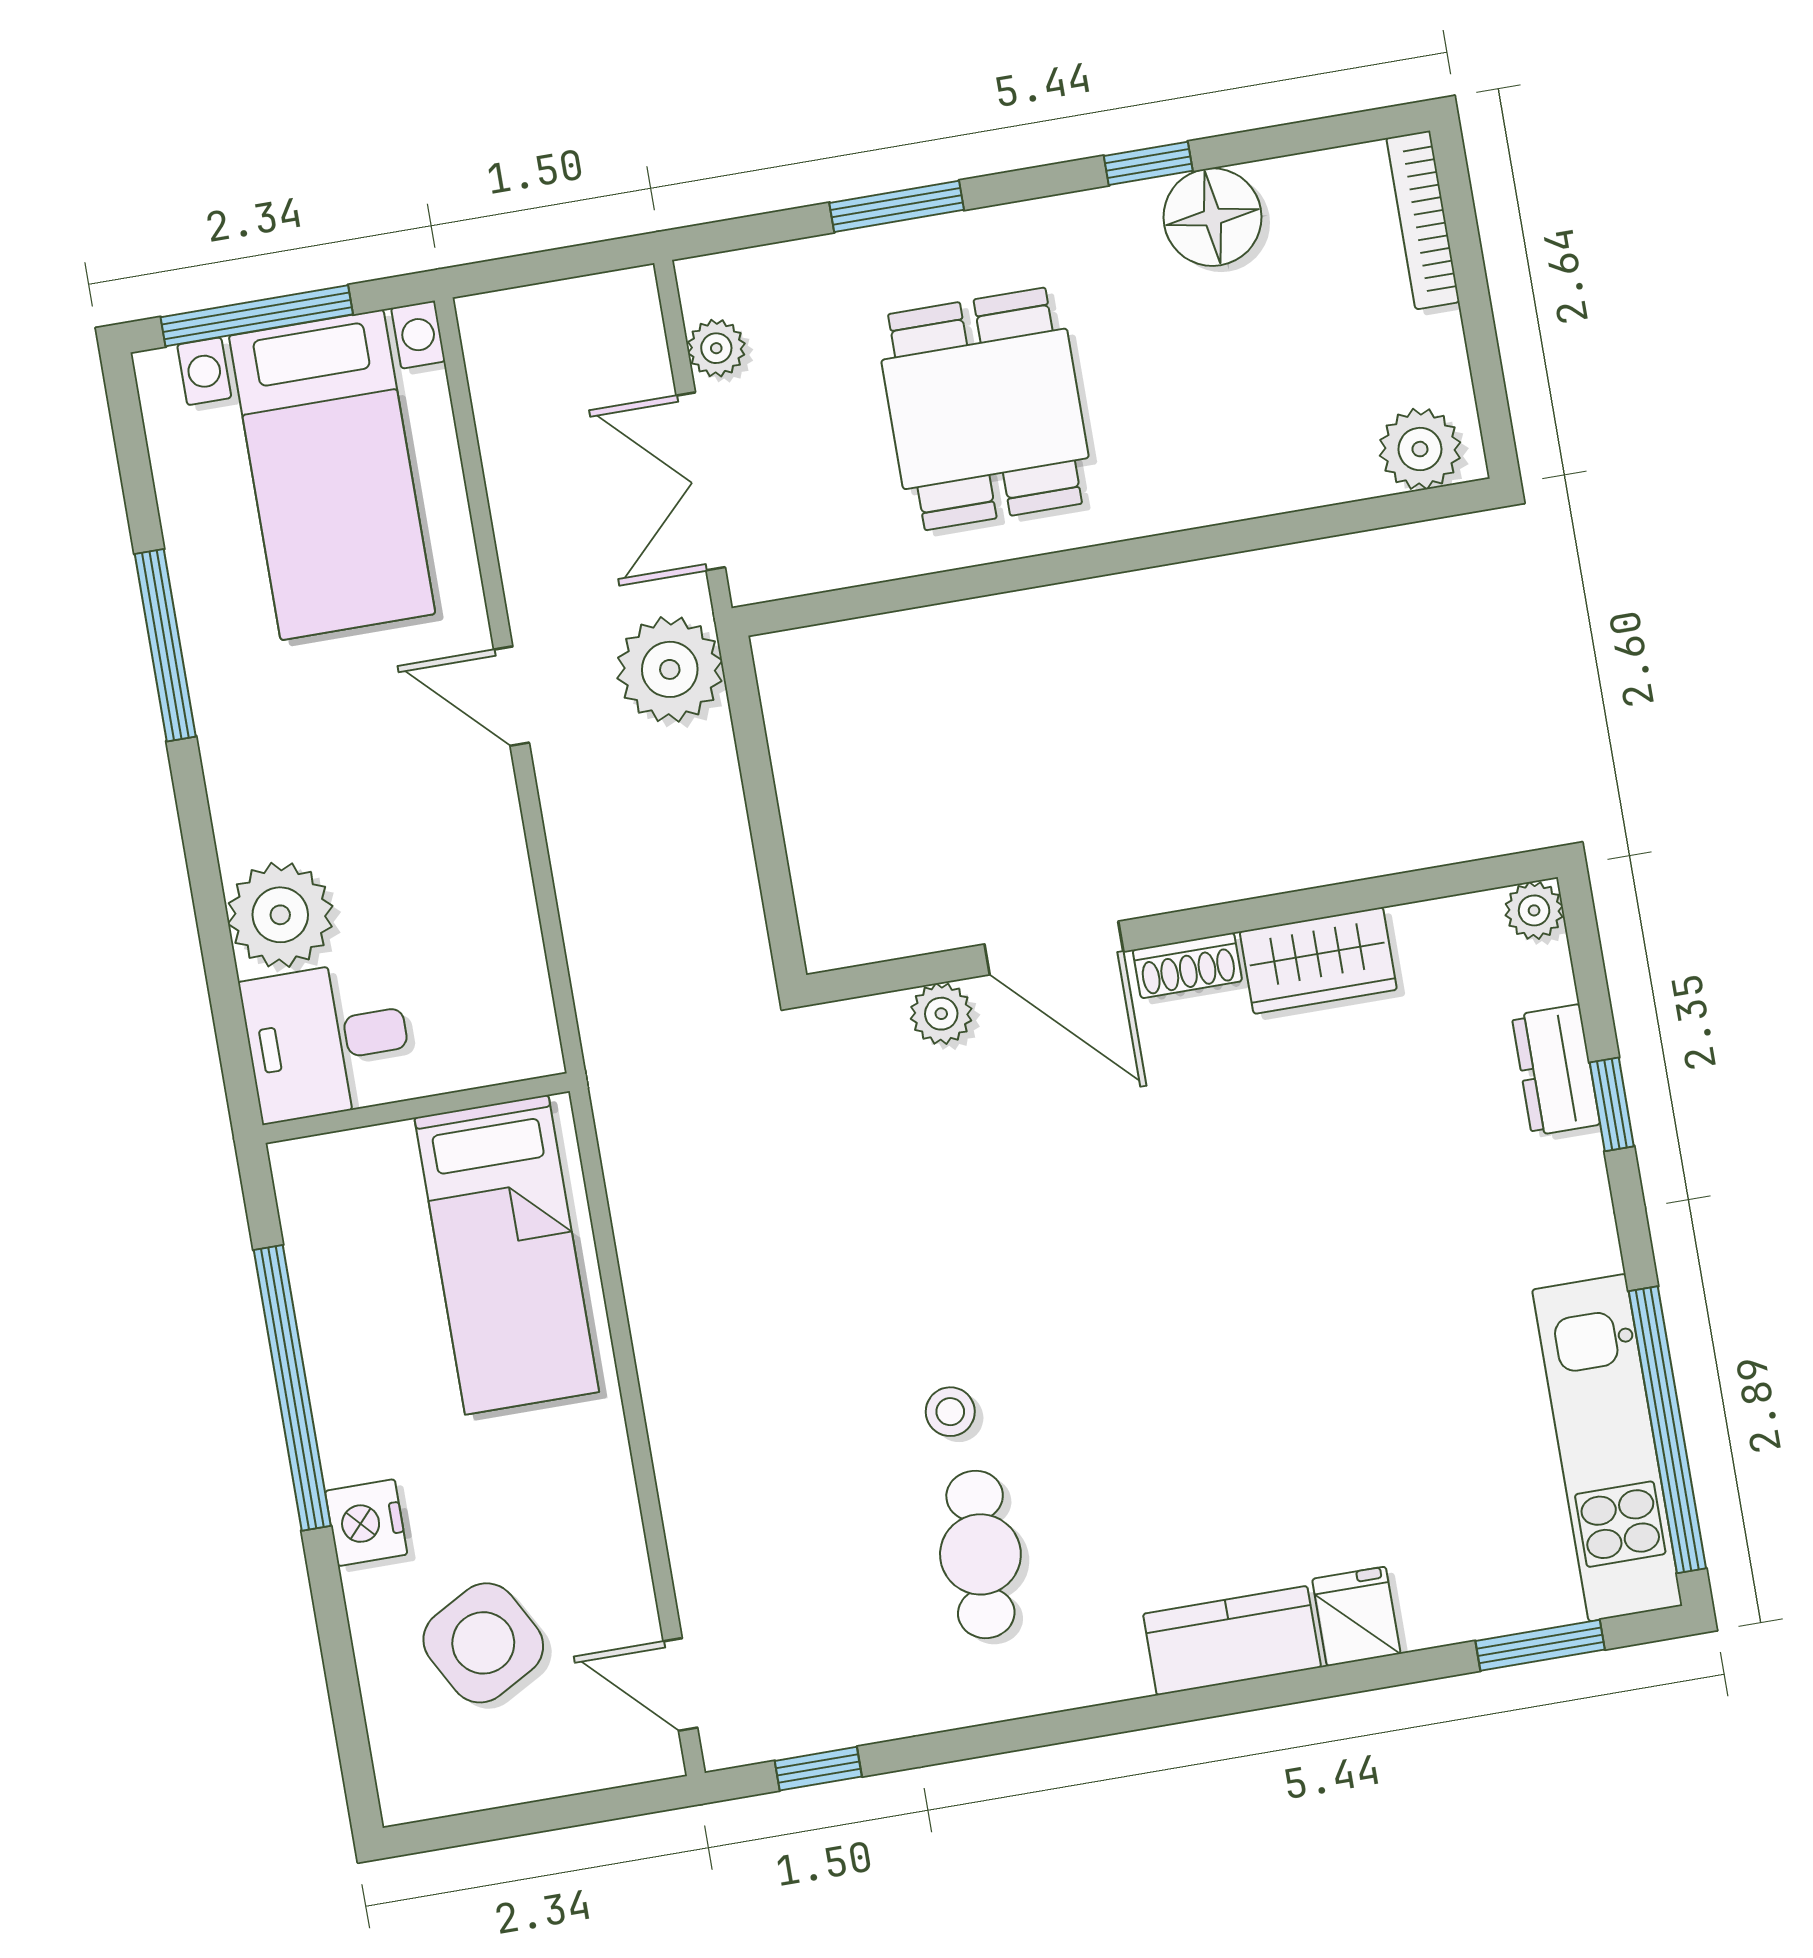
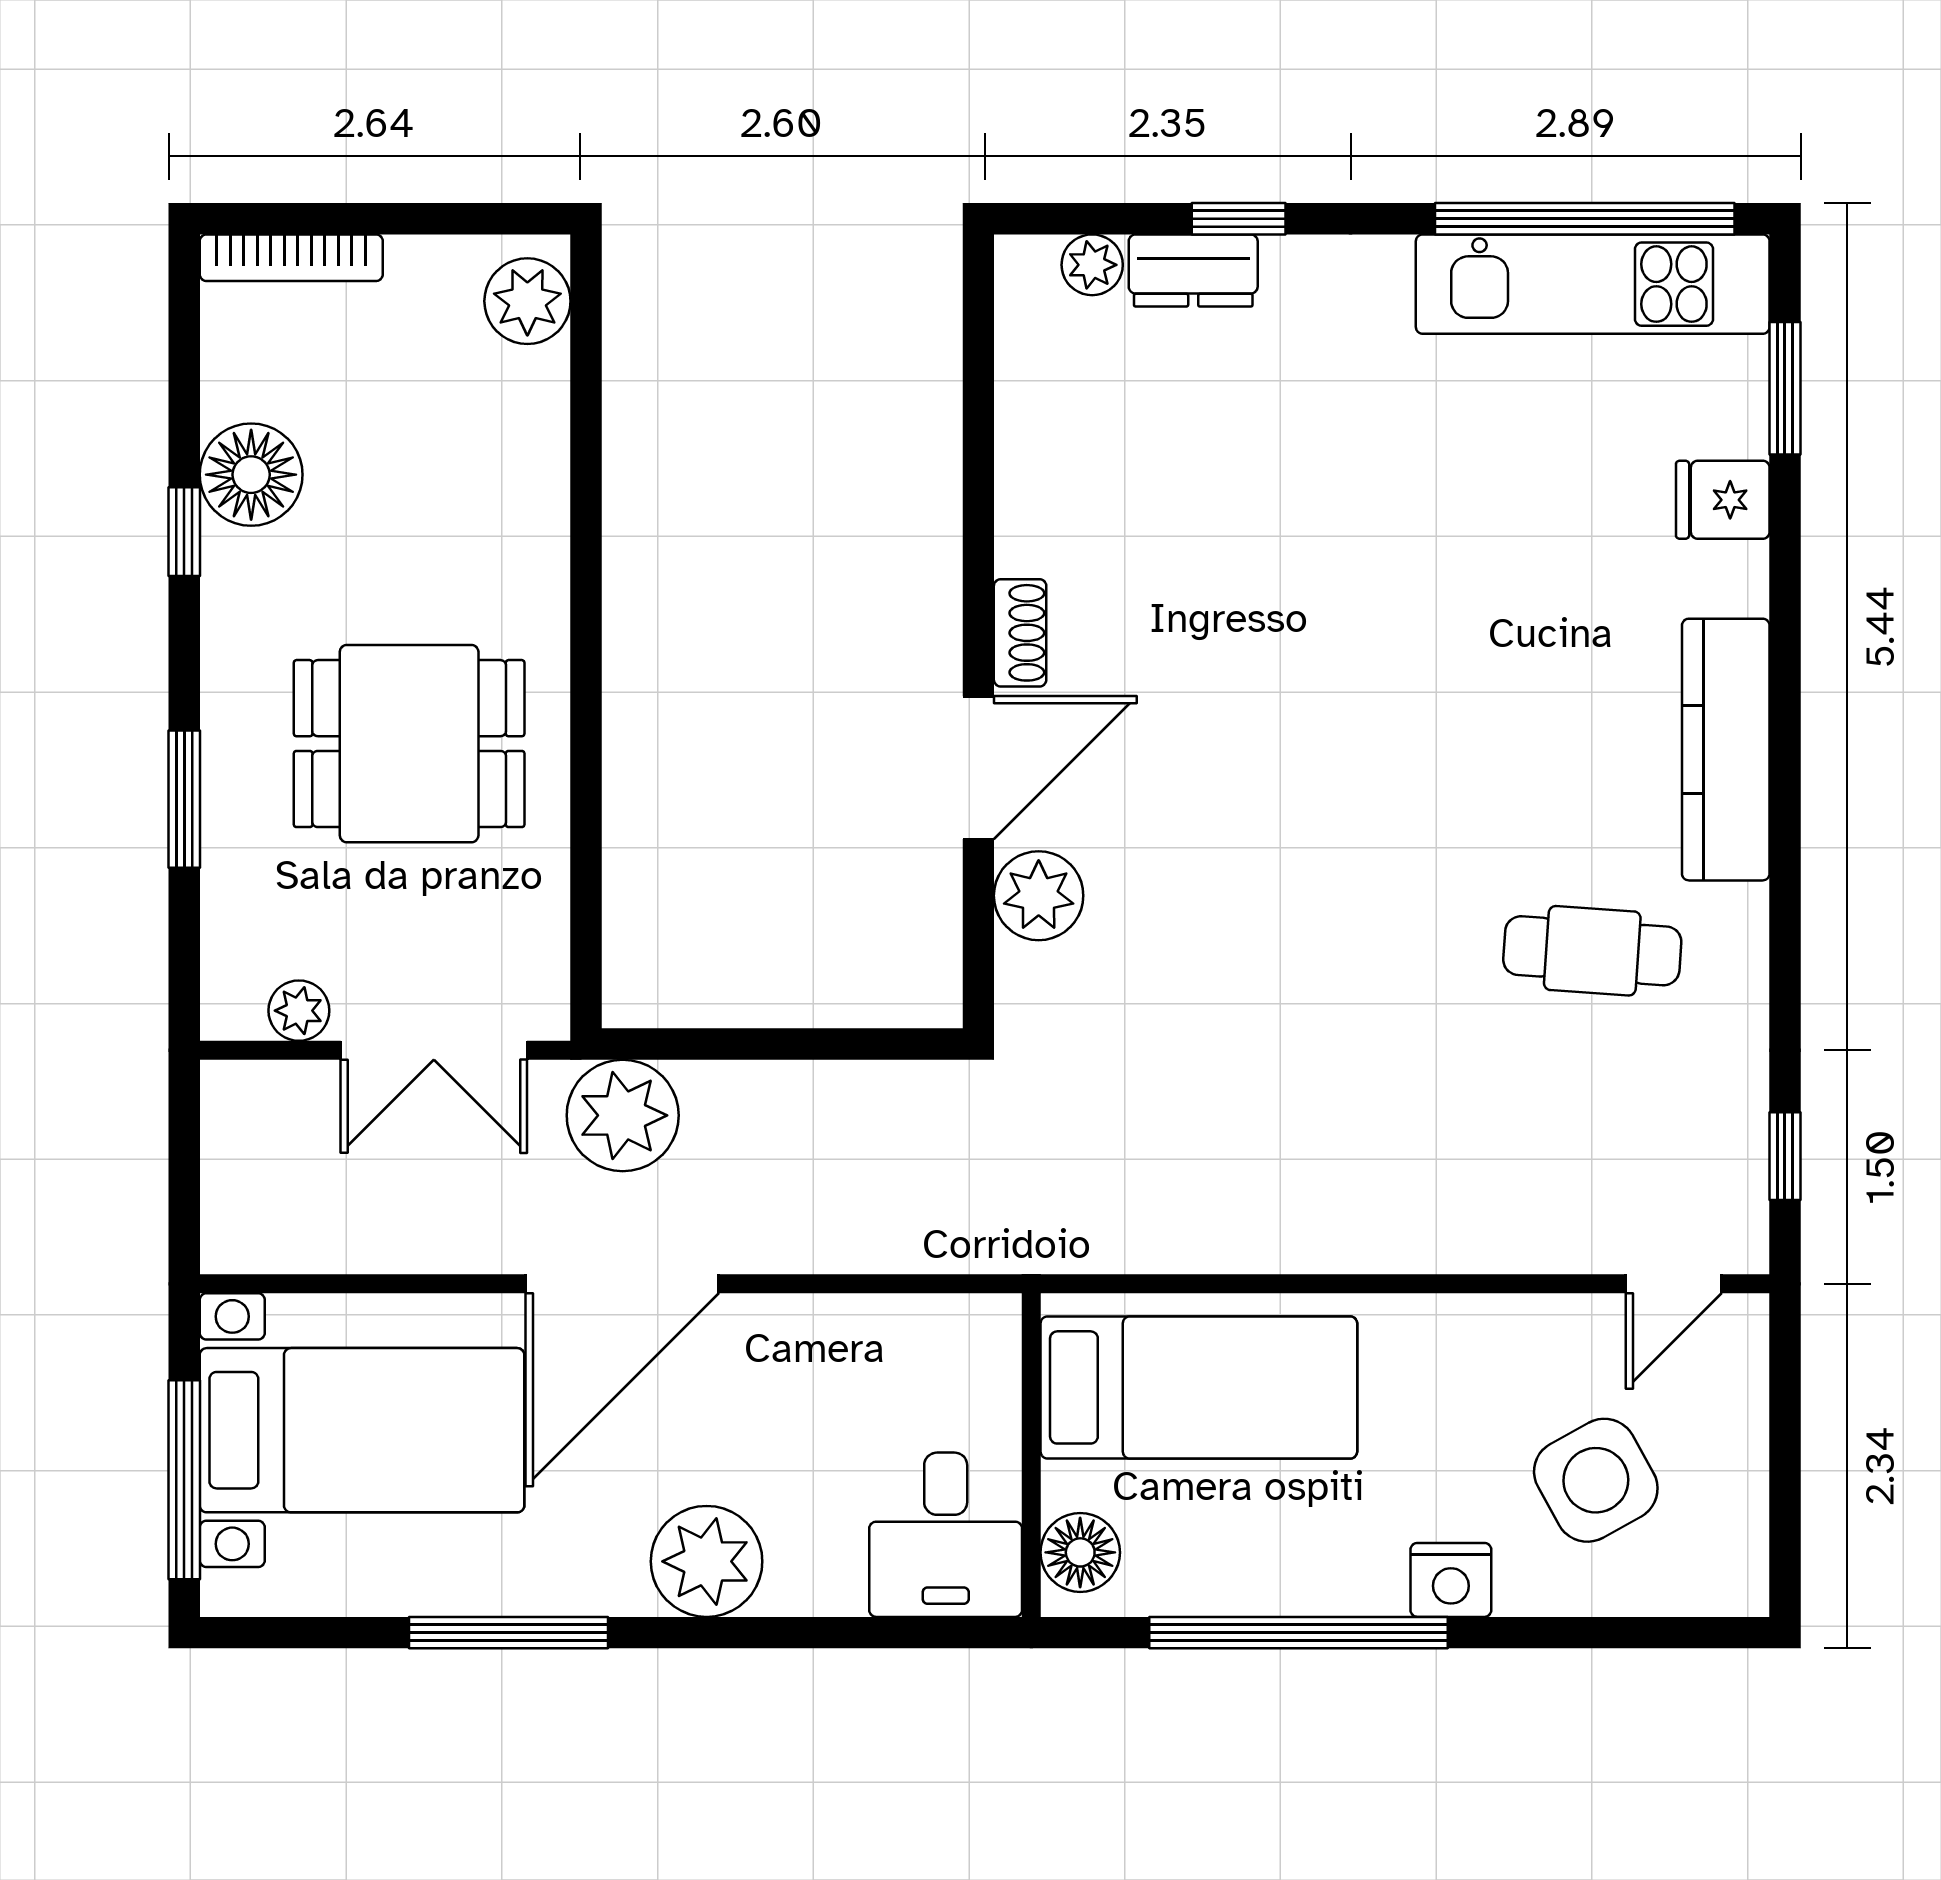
door: (511, 696) -> (622, 1284), width x1.88
plant: (1534, 910) -> (1092, 265), moved
plant: (280, 915) -> (707, 1561), moved
wardrobe: (1318, 961) -> (1038, 497), removed
plant: (941, 1014) -> (1039, 896), width x1.38, depth x1.38
floor lamp: (332, 1170) -> (1080, 1552), added
stool: (950, 1412) -> (1439, 957), removed
fridge: (1356, 1616) -> (1723, 500), moved
kitchen counter: (1232, 1641) -> (1726, 750), width x1.50

